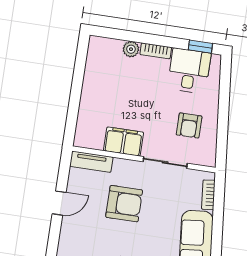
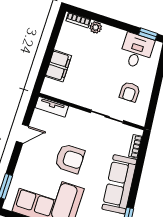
bookcase: (156, 51) -> (78, 20), moved
filing cabinet: (124, 141) -> (58, 66), moved, turned 90
armchair: (124, 204) -> (70, 159), moved

